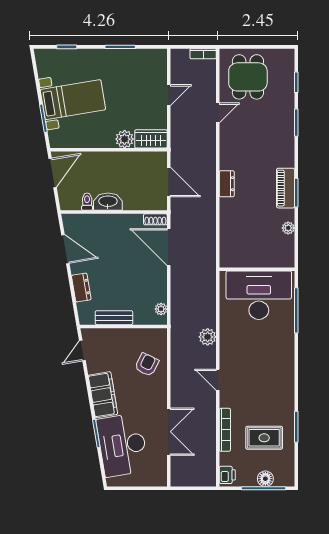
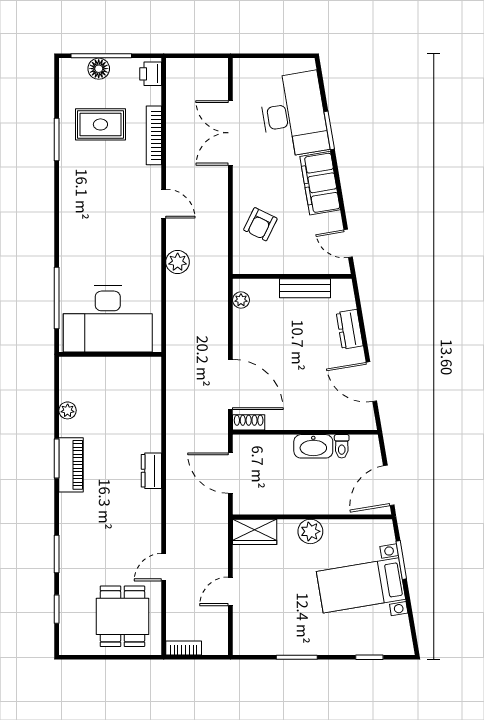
plant: (125, 139) -> (310, 531), moved
door: (82, 351) -> (348, 243), swing flipped

